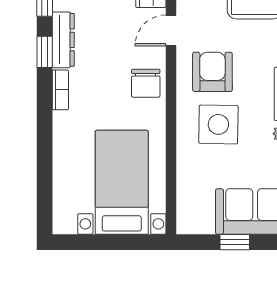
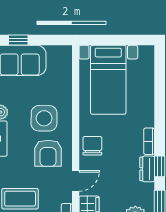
dresser: (63, 40) -> (147, 169), width x0.70
window: (235, 242) -> (18, 40), moved

